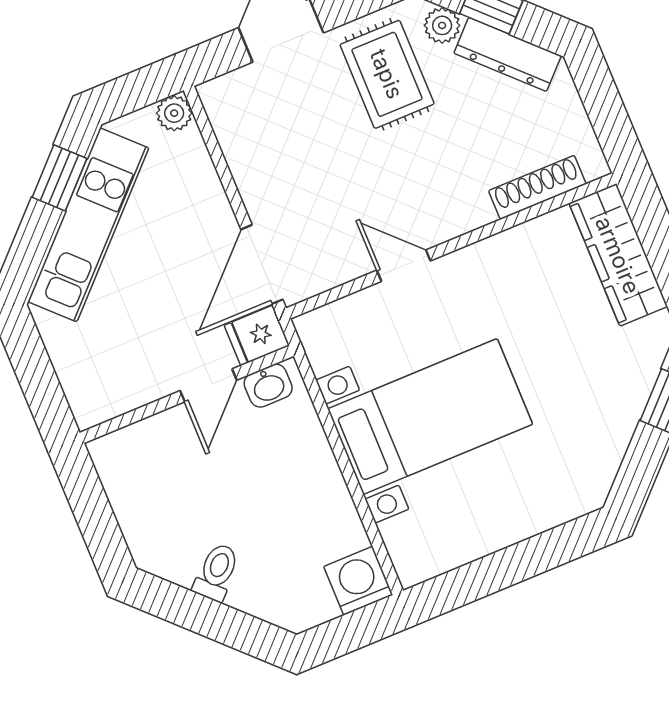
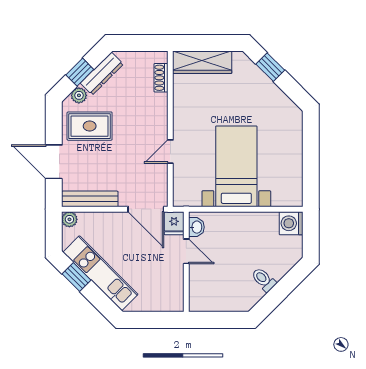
bench: (235, 138) -> (90, 199), added
shoe rack: (537, 187) -> (161, 78), width x0.70

